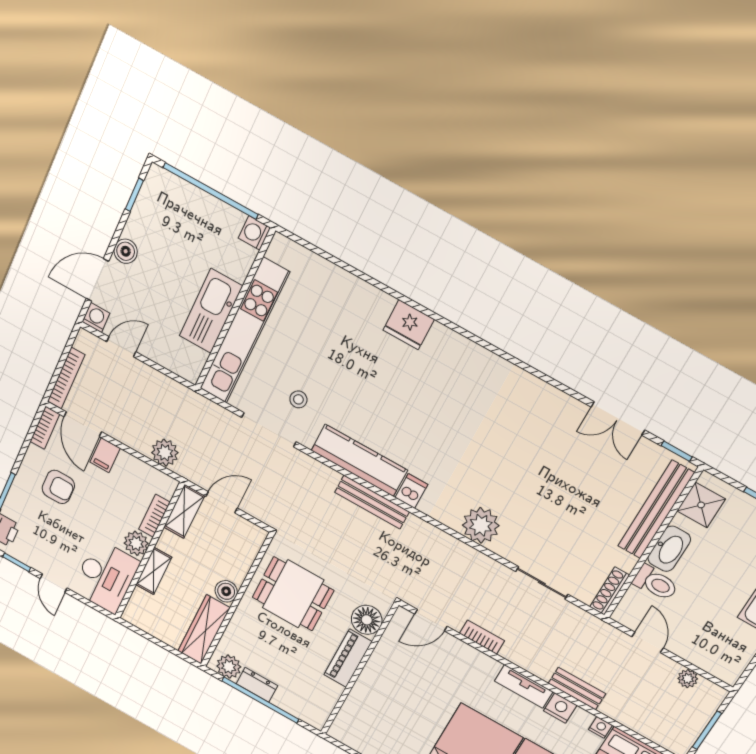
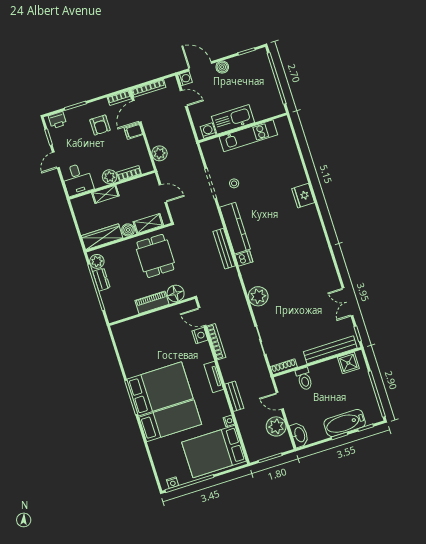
washing machine: (254, 233) -> (208, 131), moved
kitchen unit: (244, 331) -> (248, 136), width x0.73
shelving: (184, 511) -> (148, 223), moved
washbasin: (669, 549) -> (299, 435), moved, turned -90
desk: (106, 576) -> (77, 179), width x0.73
bookcase: (482, 637) -> (216, 342), width x1.56
door: (648, 642) -> (280, 401), swing flipped
plant: (688, 679) -> (276, 426), width x1.87, depth x1.87
nightstand: (560, 708) -> (200, 335), moved

